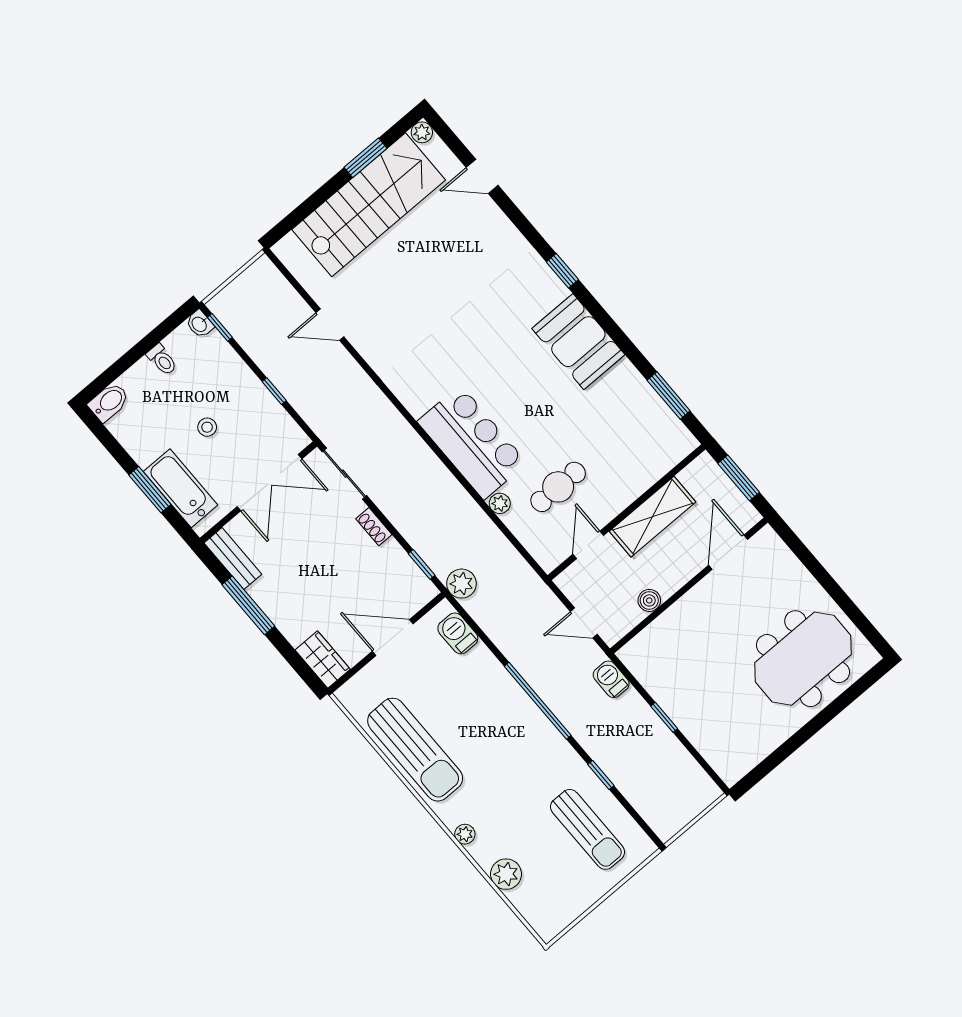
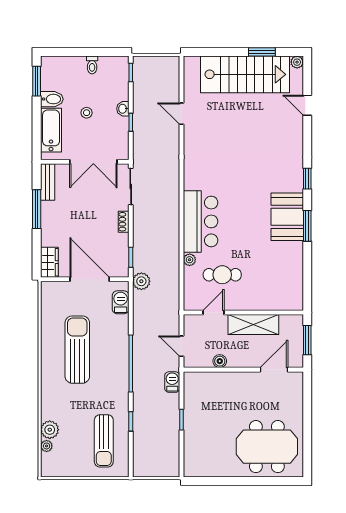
washbasin: (200, 324) -> (123, 109), moved
window: (669, 396) -> (307, 226), moved
bidet: (109, 402) -> (52, 99), moved
window: (150, 490) -> (37, 81), moved
door: (393, 638) -> (90, 279), width x1.36
sun lounger: (415, 750) -> (77, 350), moved, turned 180
plant: (465, 834) -> (47, 446), moved

